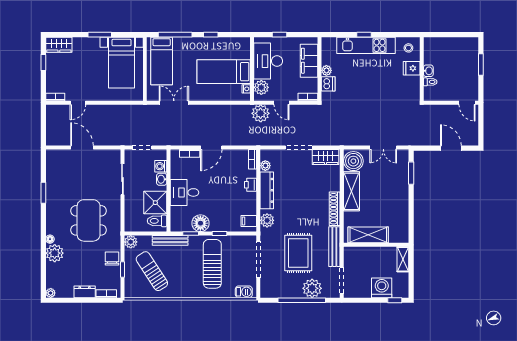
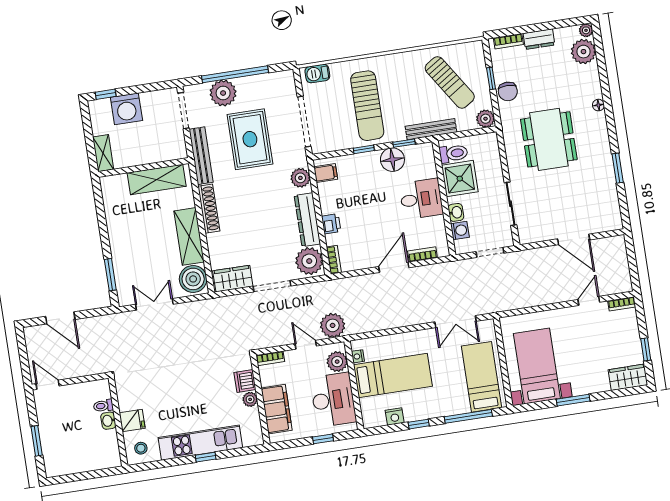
nightstand: (227, 43) -> (395, 416), added
plant: (265, 166) -> (309, 261), width x1.88, depth x1.88
plant: (55, 253) -> (583, 52), moved

